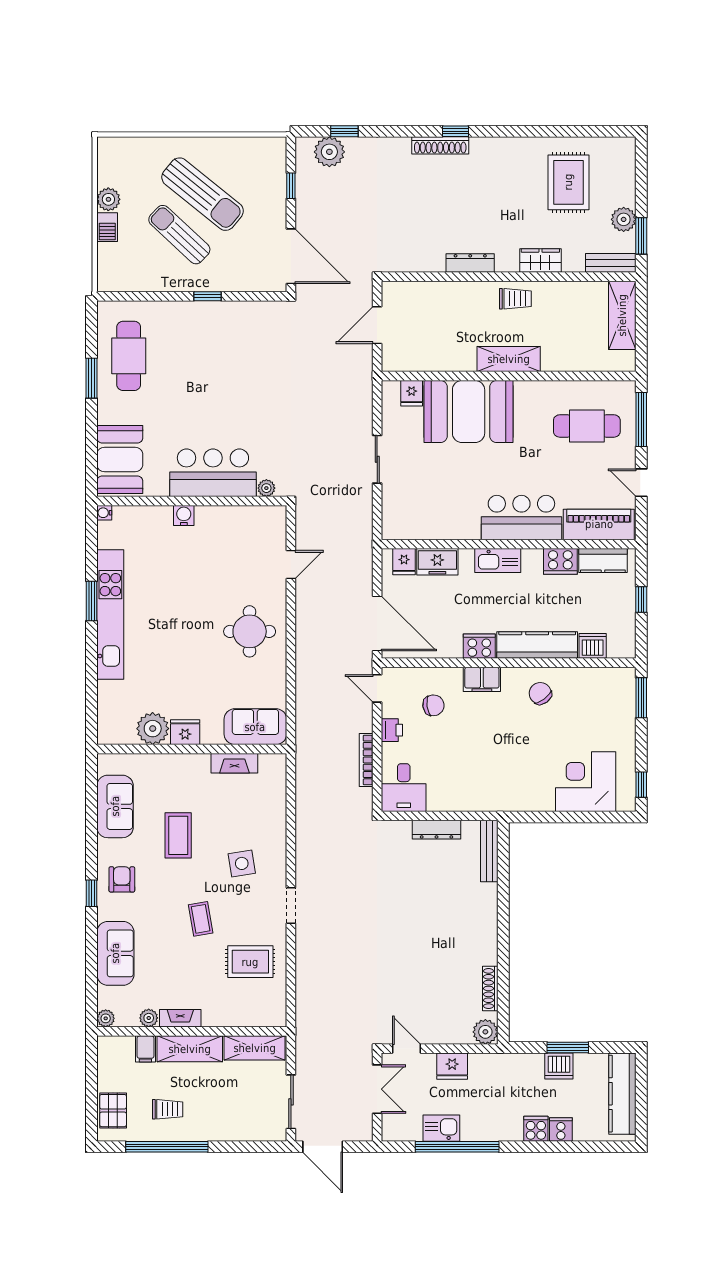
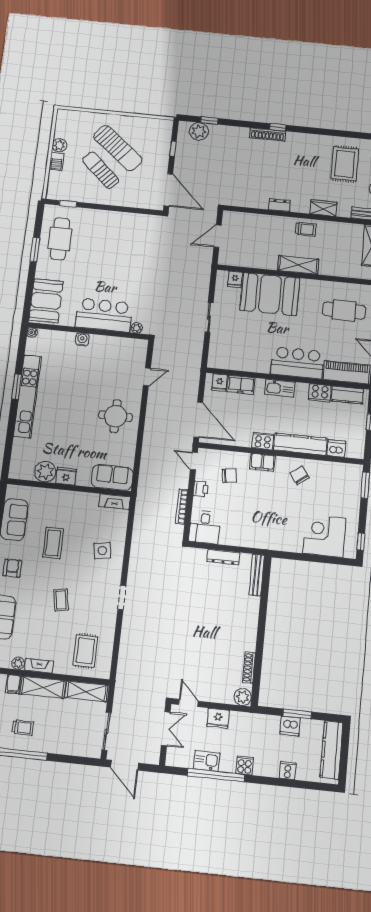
dresser: (470, 263) -> (279, 205), width x0.70
window: (208, 296) -> (68, 204), moved
fireplace: (234, 763) -> (115, 502), moved
side table: (242, 863) -> (102, 551), moved
rug: (250, 962) -> (85, 651), moved, turned 90
cooker: (536, 1129) -> (245, 765), moved

